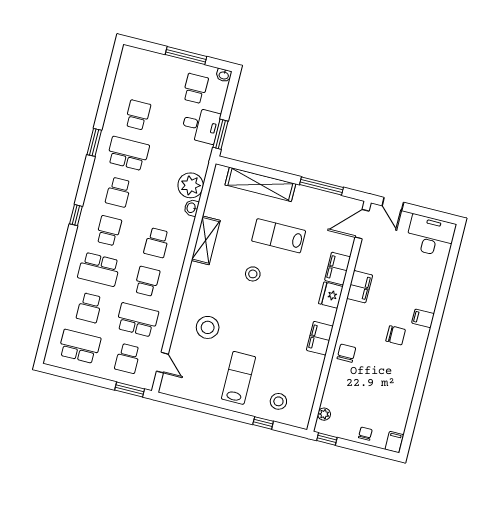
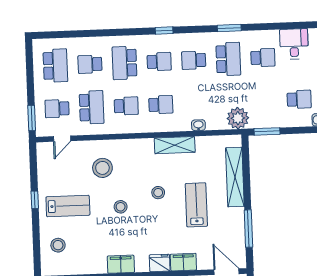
desk: (201, 125) -> (294, 44), moved, turned 180
plant: (191, 185) -> (238, 118), moved
school desk: (157, 243) -> (161, 105), turned 180
stool: (256, 320) -> (121, 207), added
window: (263, 423) -> (35, 200), moved

